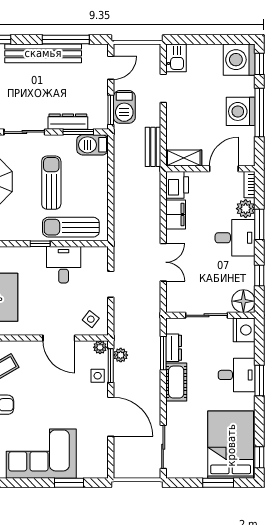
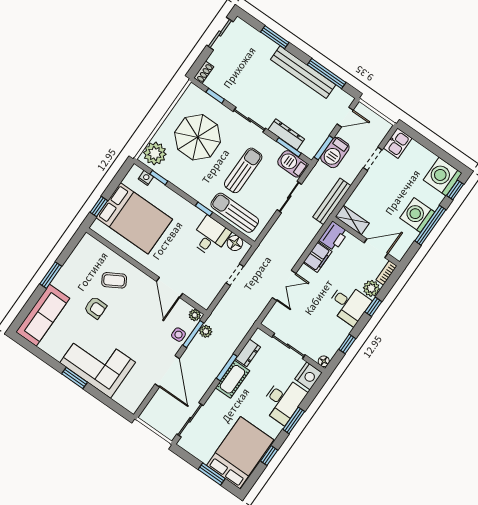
bench: (153, 147) -> (332, 201), width x1.36
sliding door: (111, 177) -> (289, 197), added
window: (259, 224) -> (373, 307), width x0.67
floor lamp: (91, 255) -> (235, 243), added
floor lamp: (243, 301) -> (324, 361), width x0.53, depth x0.53
side table: (91, 319) -> (202, 290), removed
window: (163, 353) -> (227, 367), moved
desk: (237, 375) -> (283, 400), width x1.37
window: (259, 457) -> (269, 456), moved
window: (69, 483) -> (74, 378), moved

